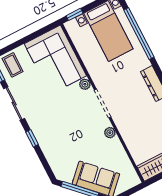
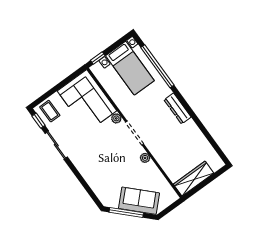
window: (32, 138) -> (77, 173), removed

